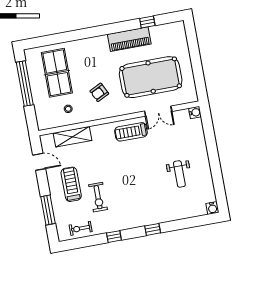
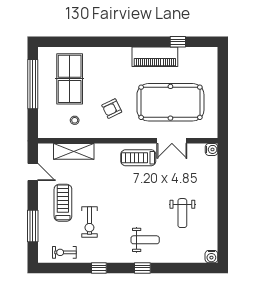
weight bench: (151, 204) -> (145, 240), added

